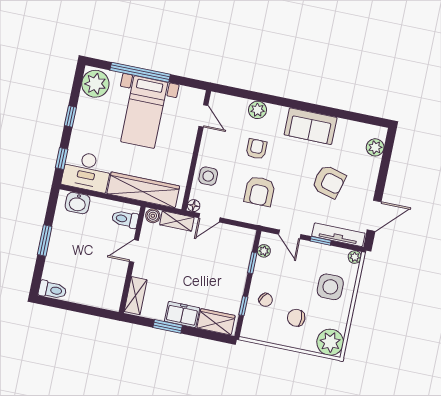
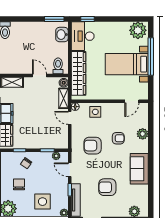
window: (70, 116) -> (115, 19), removed
armchair: (329, 182) -> (107, 187), turned 75
door: (290, 234) -> (70, 170), hinge flipped
window: (45, 240) -> (54, 19), moved

